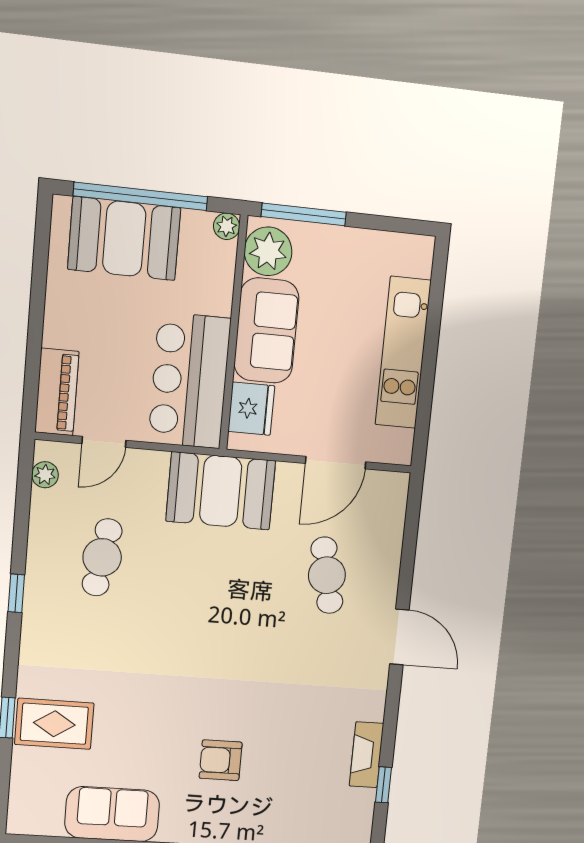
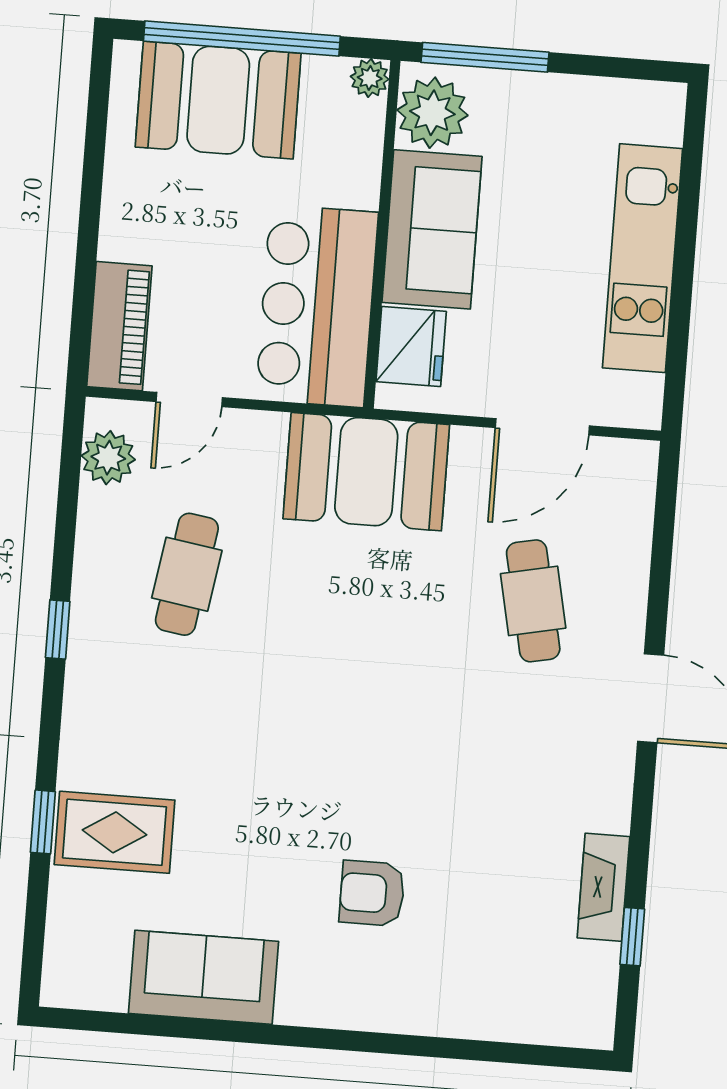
plant: (45, 475) -> (108, 458), width x1.38, depth x1.38

